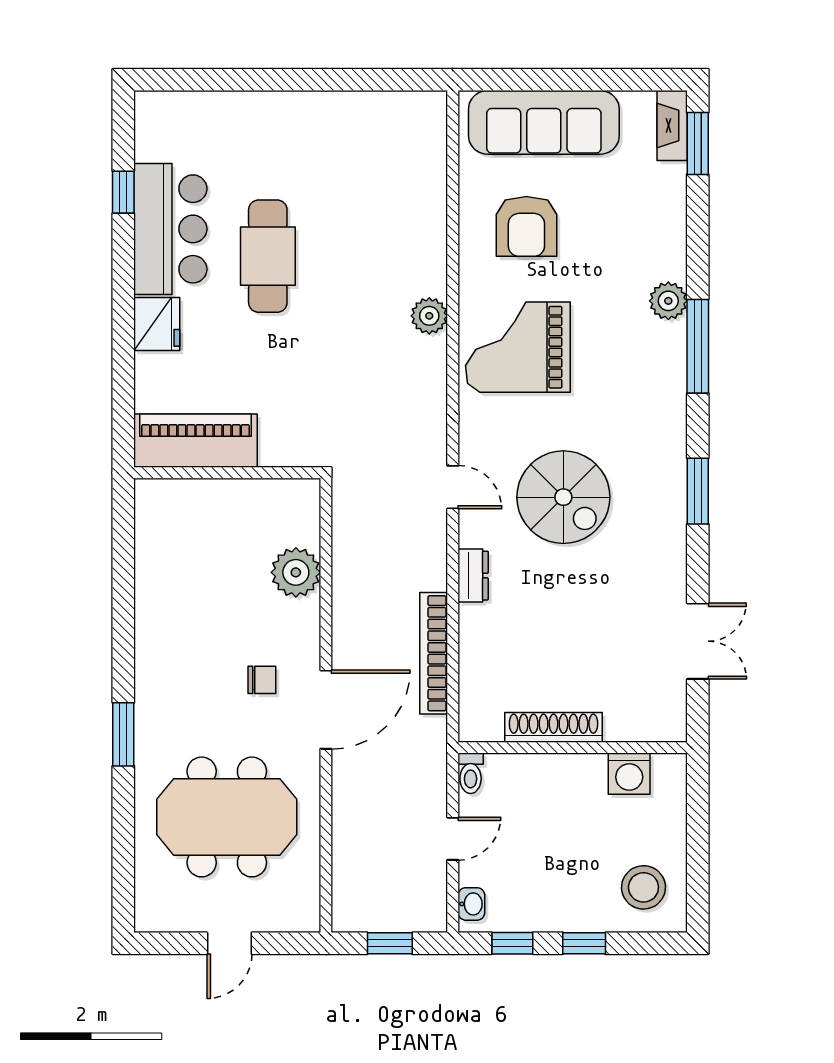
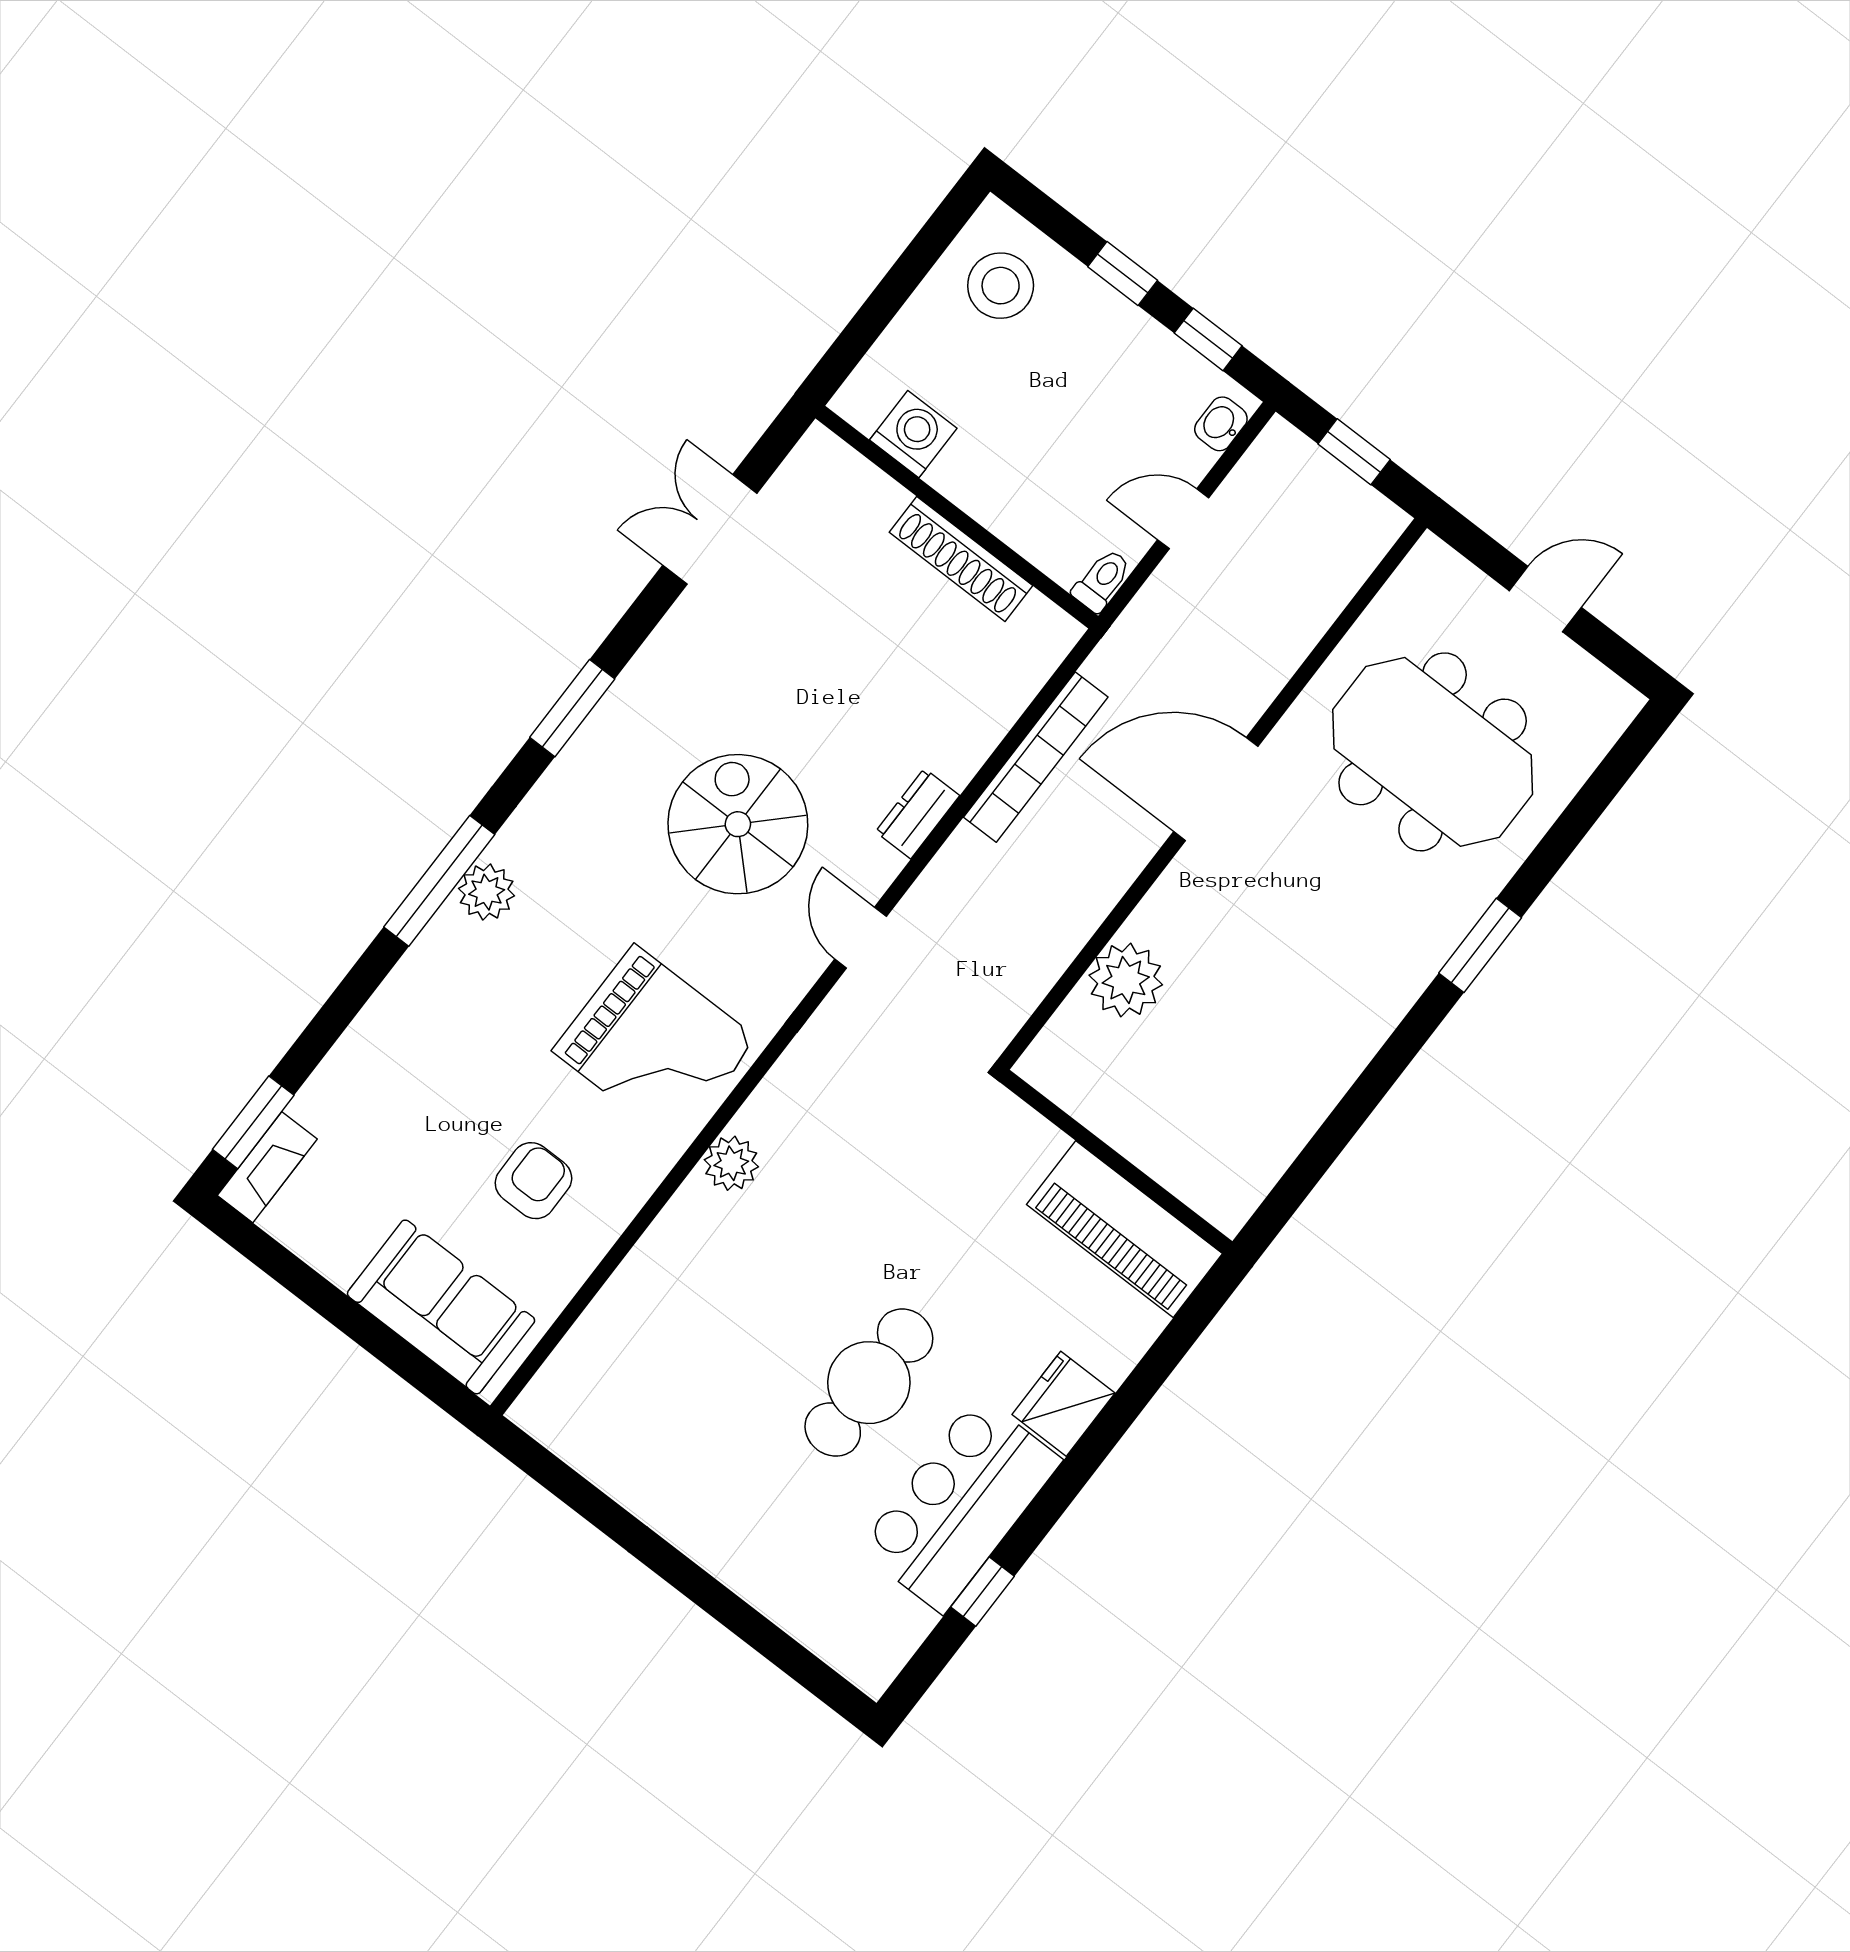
sofa: (544, 122) -> (441, 1307), width x0.73
armchair: (526, 226) -> (533, 1181), width x0.72, depth x0.72
plant: (668, 301) -> (487, 892), moved
chair: (262, 680) -> (1265, 883), removed

